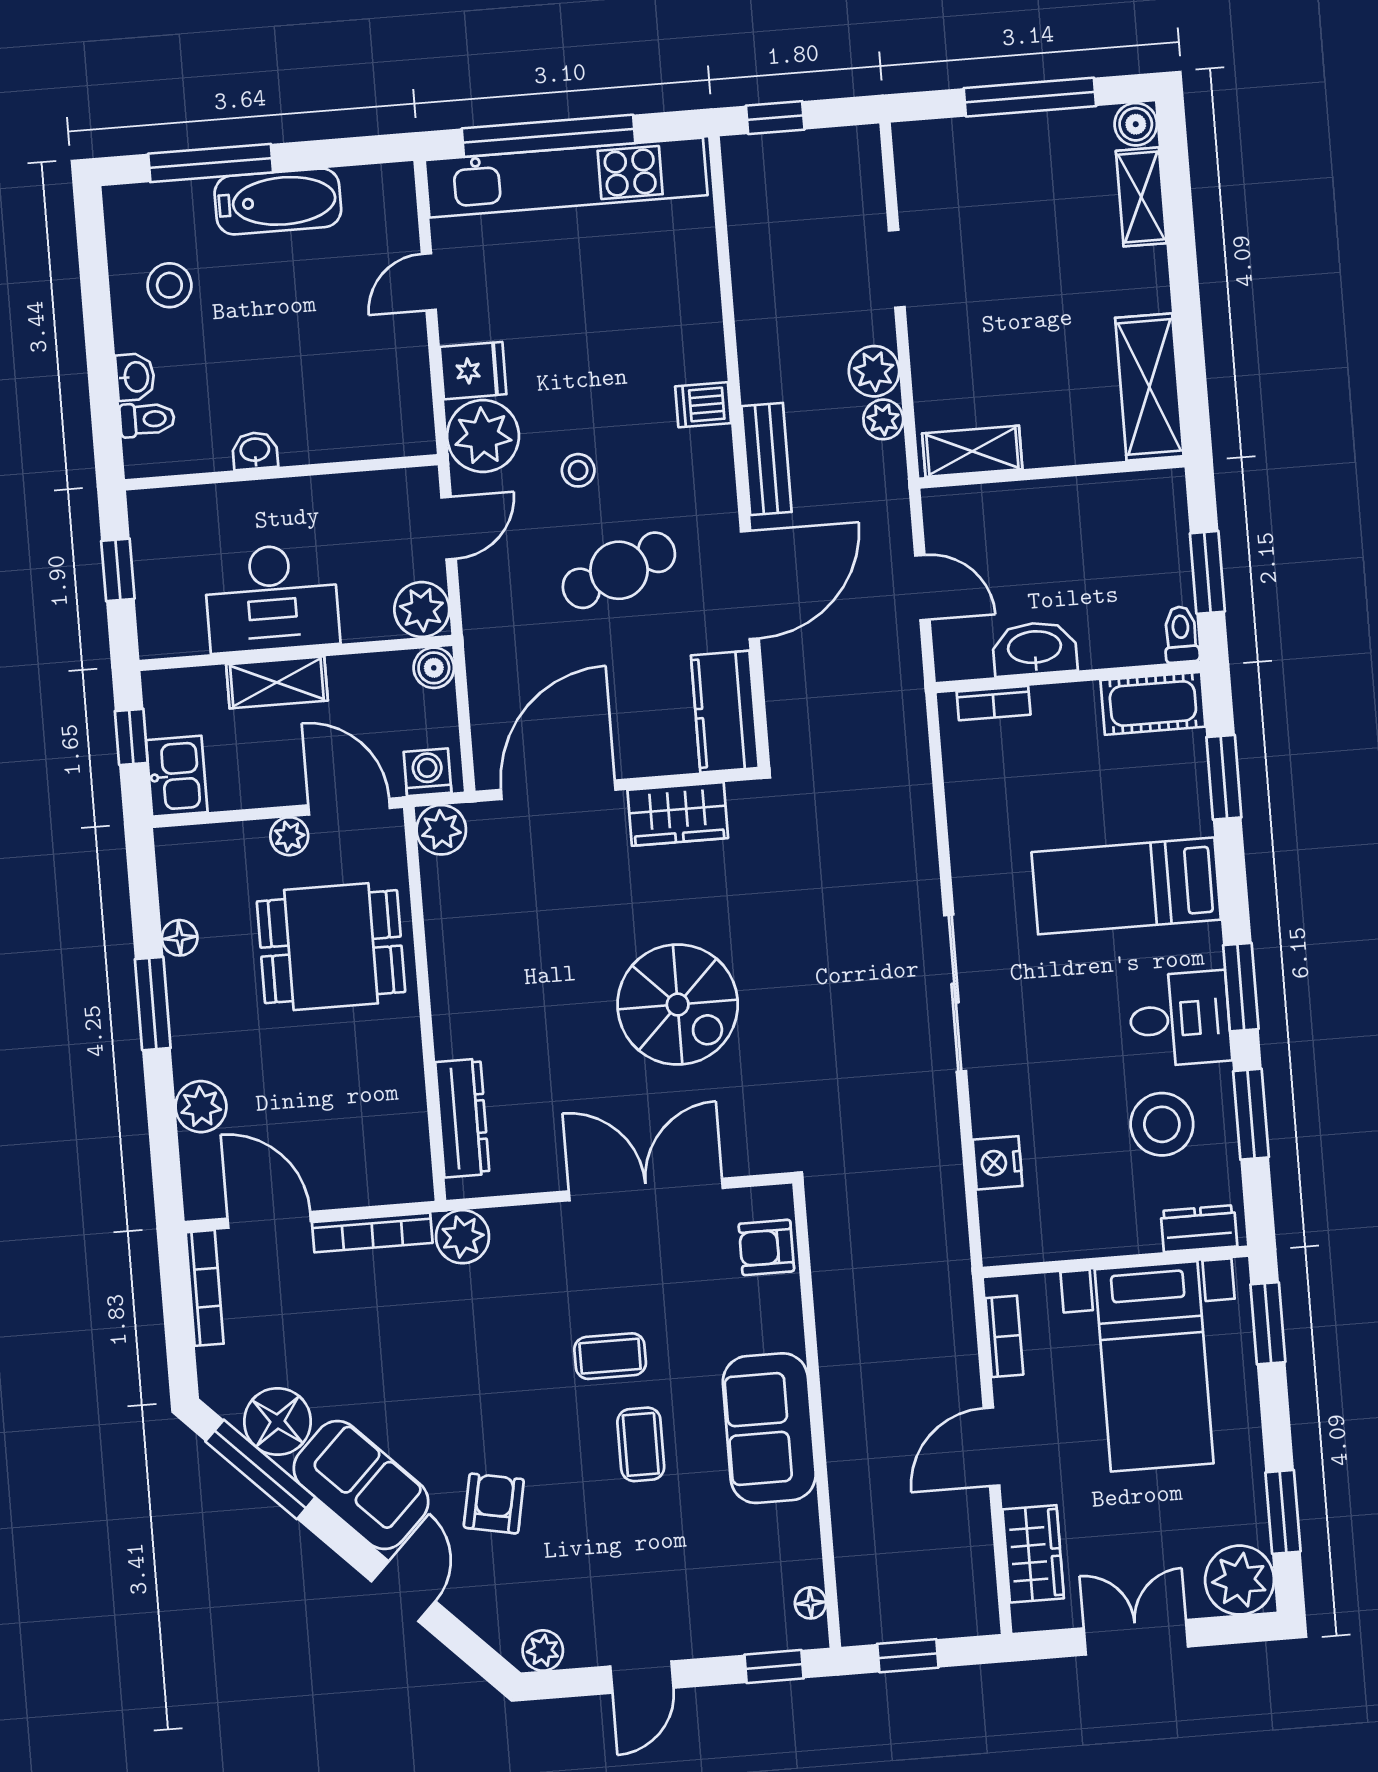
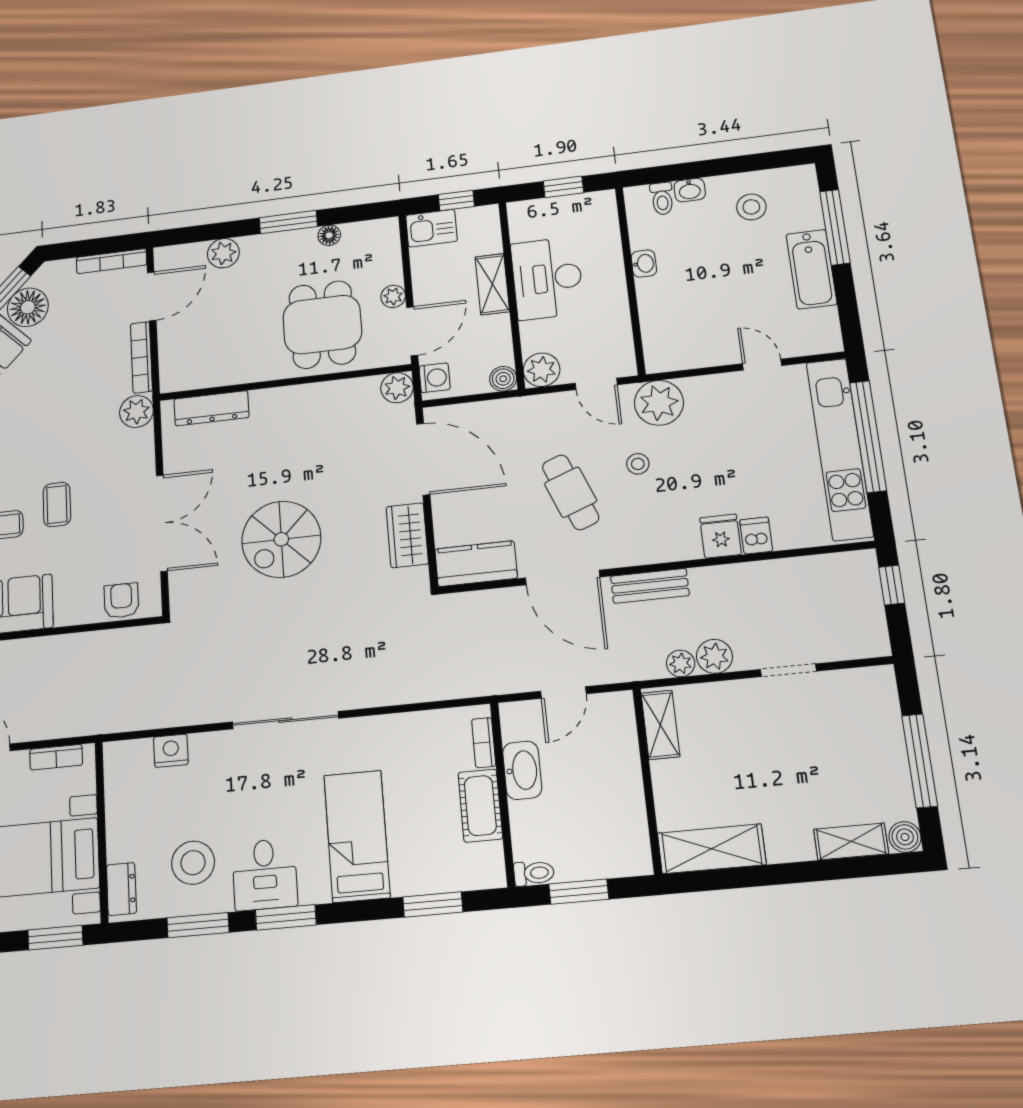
fridge: (473, 371) -> (721, 536), moved, turned 180
dishwasher: (703, 405) -> (756, 536), moved
cot: (1153, 703) -> (480, 806), moved

